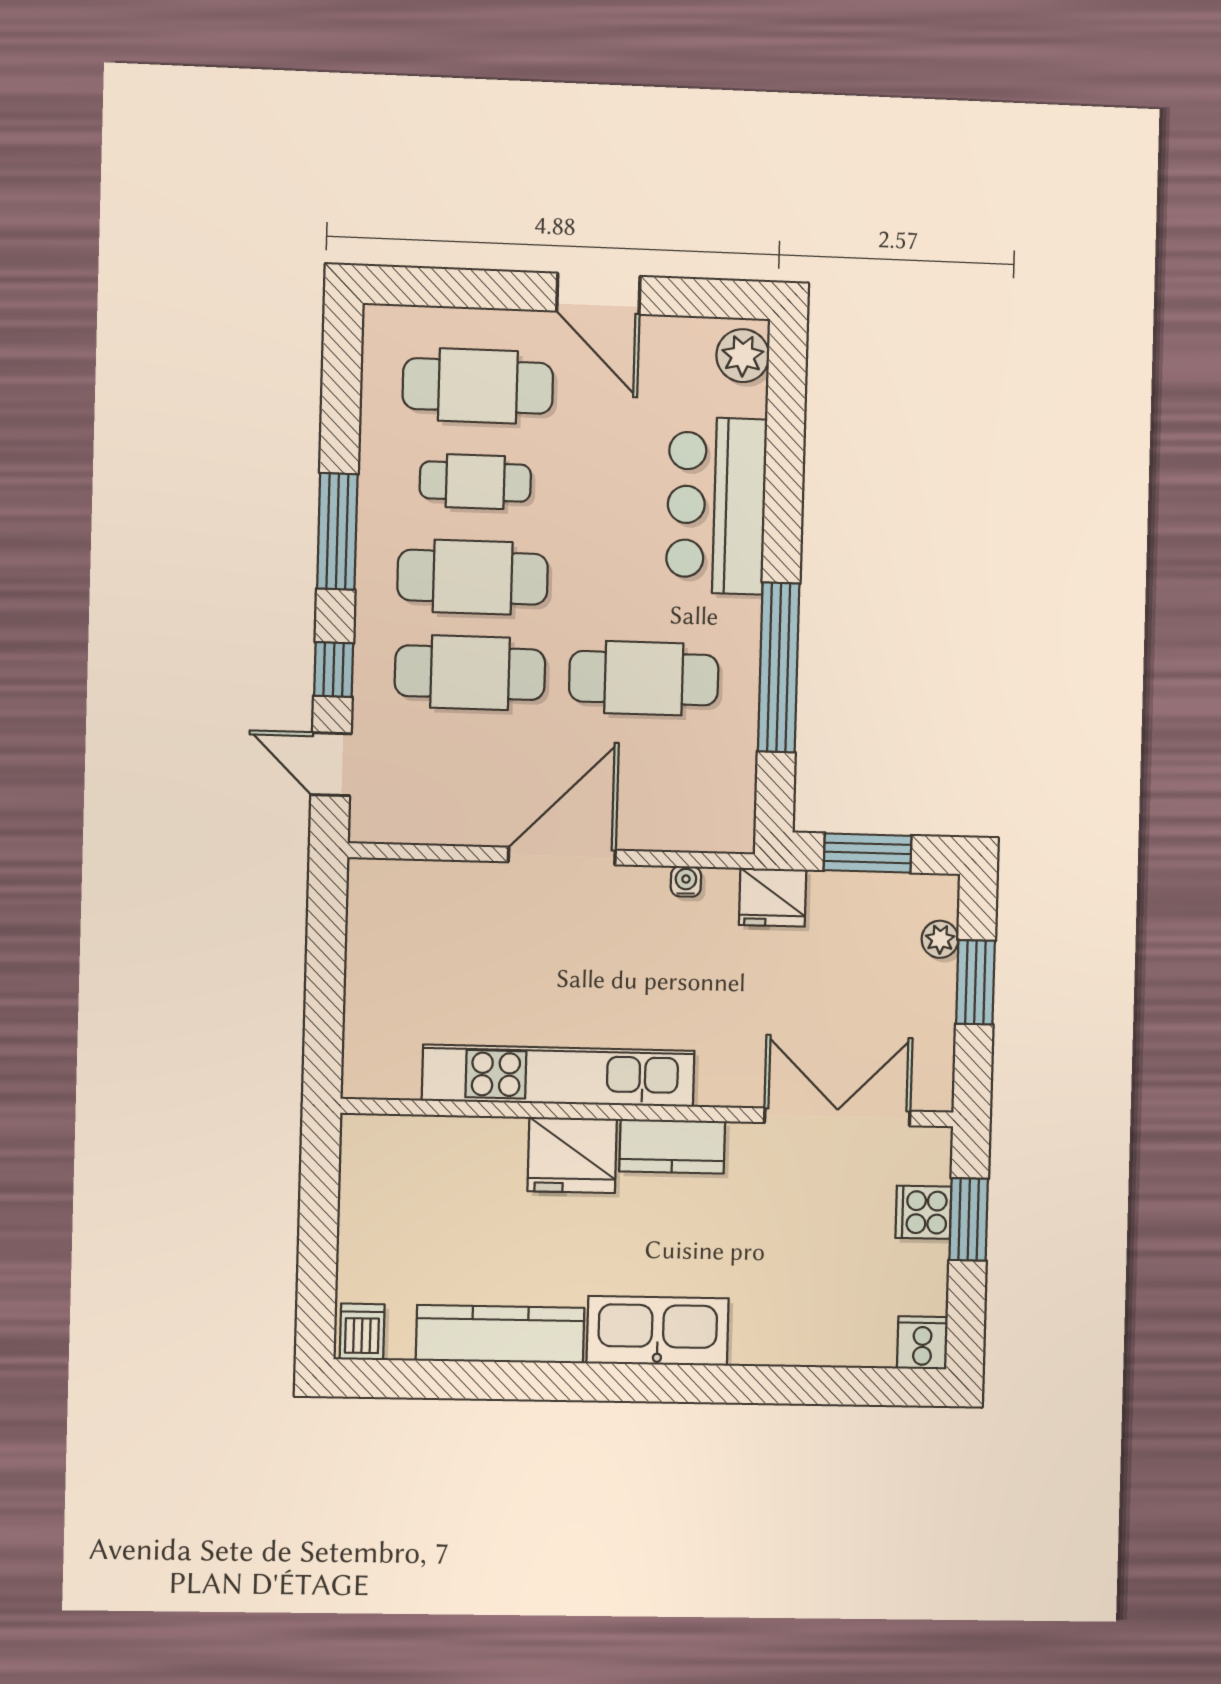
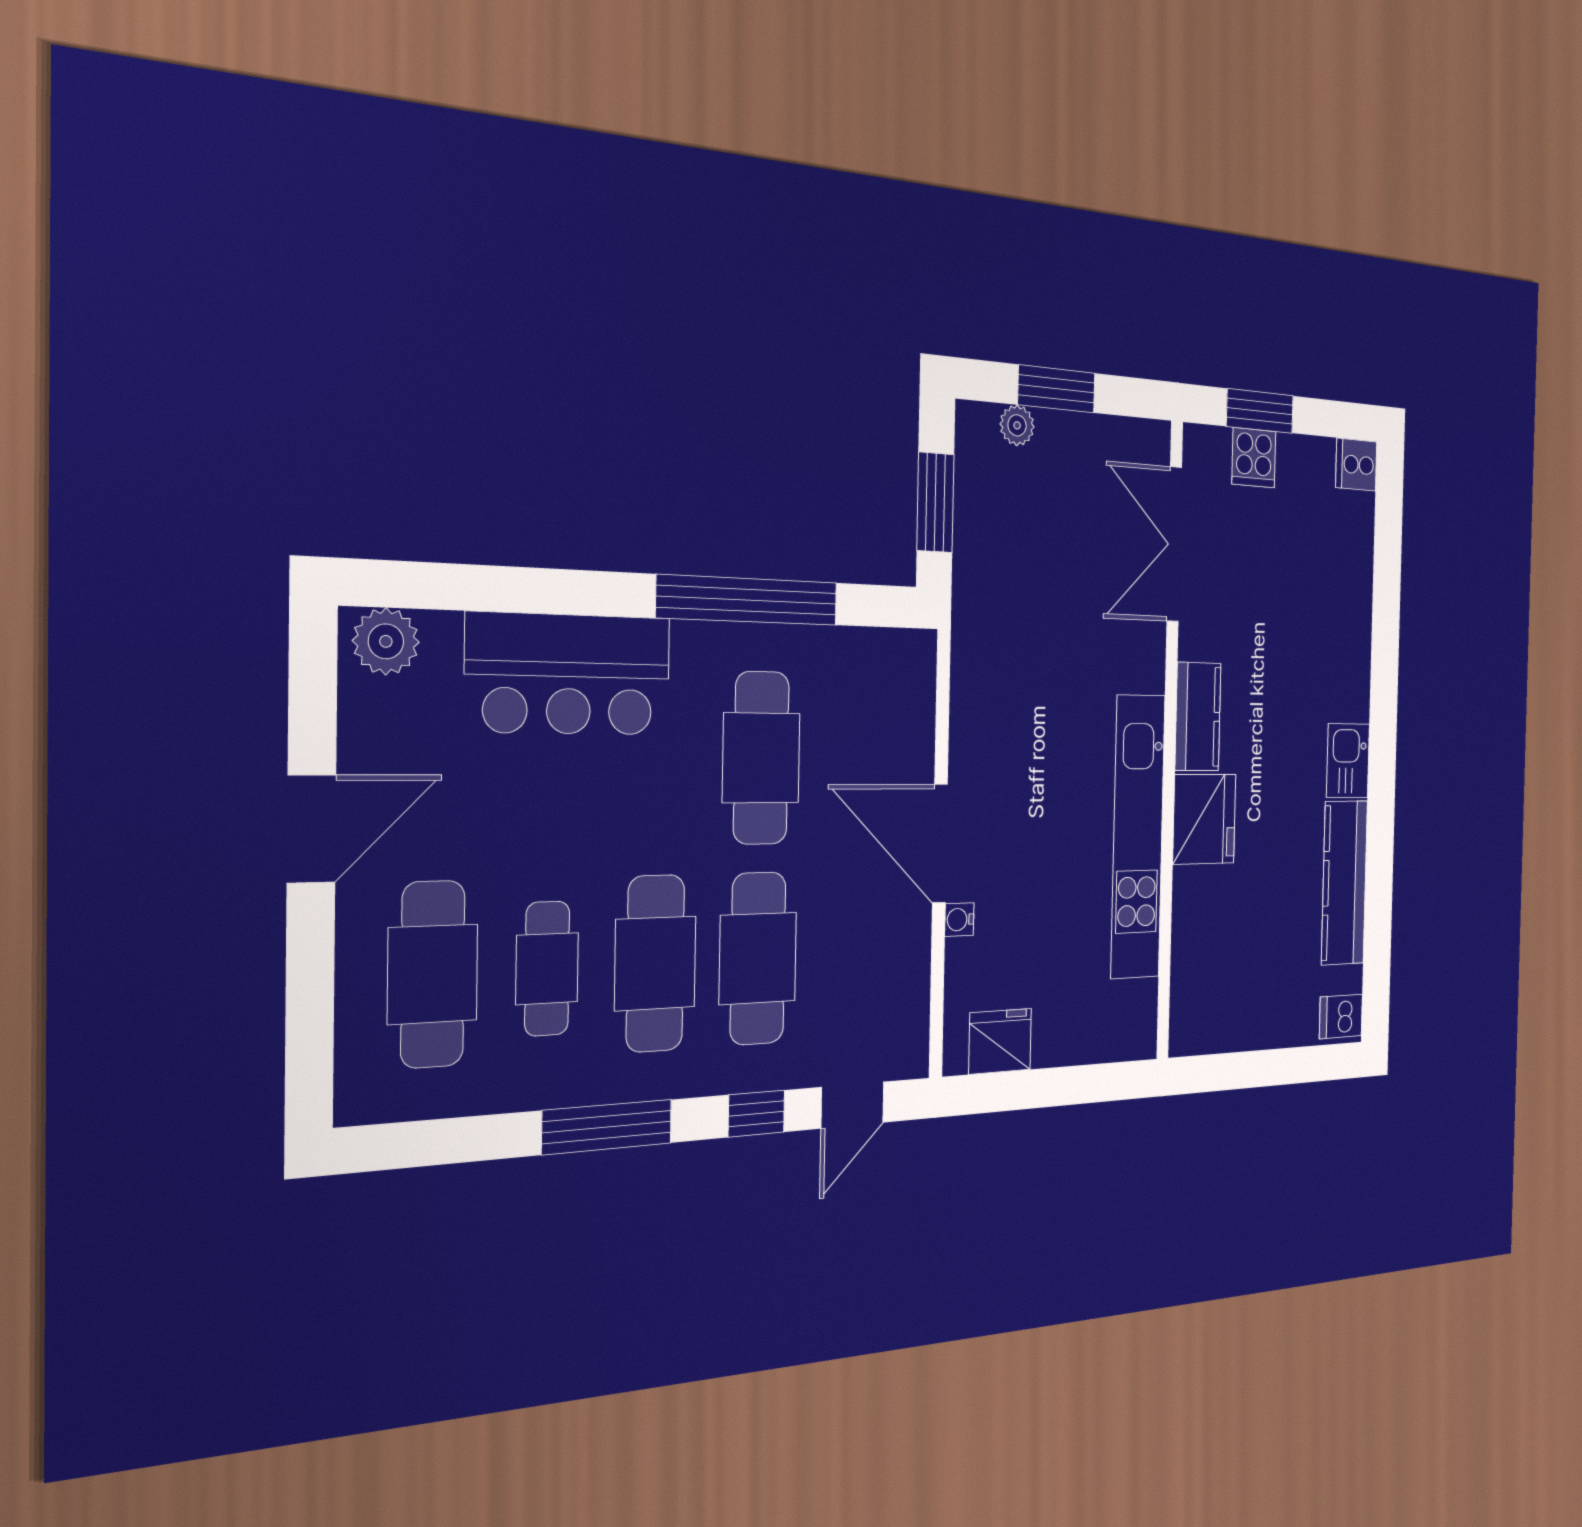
water cooler: (686, 881) -> (959, 920), moved
fridge: (773, 897) -> (1000, 1041), moved, turned -90
kitchen sink: (658, 1331) -> (1348, 761), width x0.53, depth x0.81

